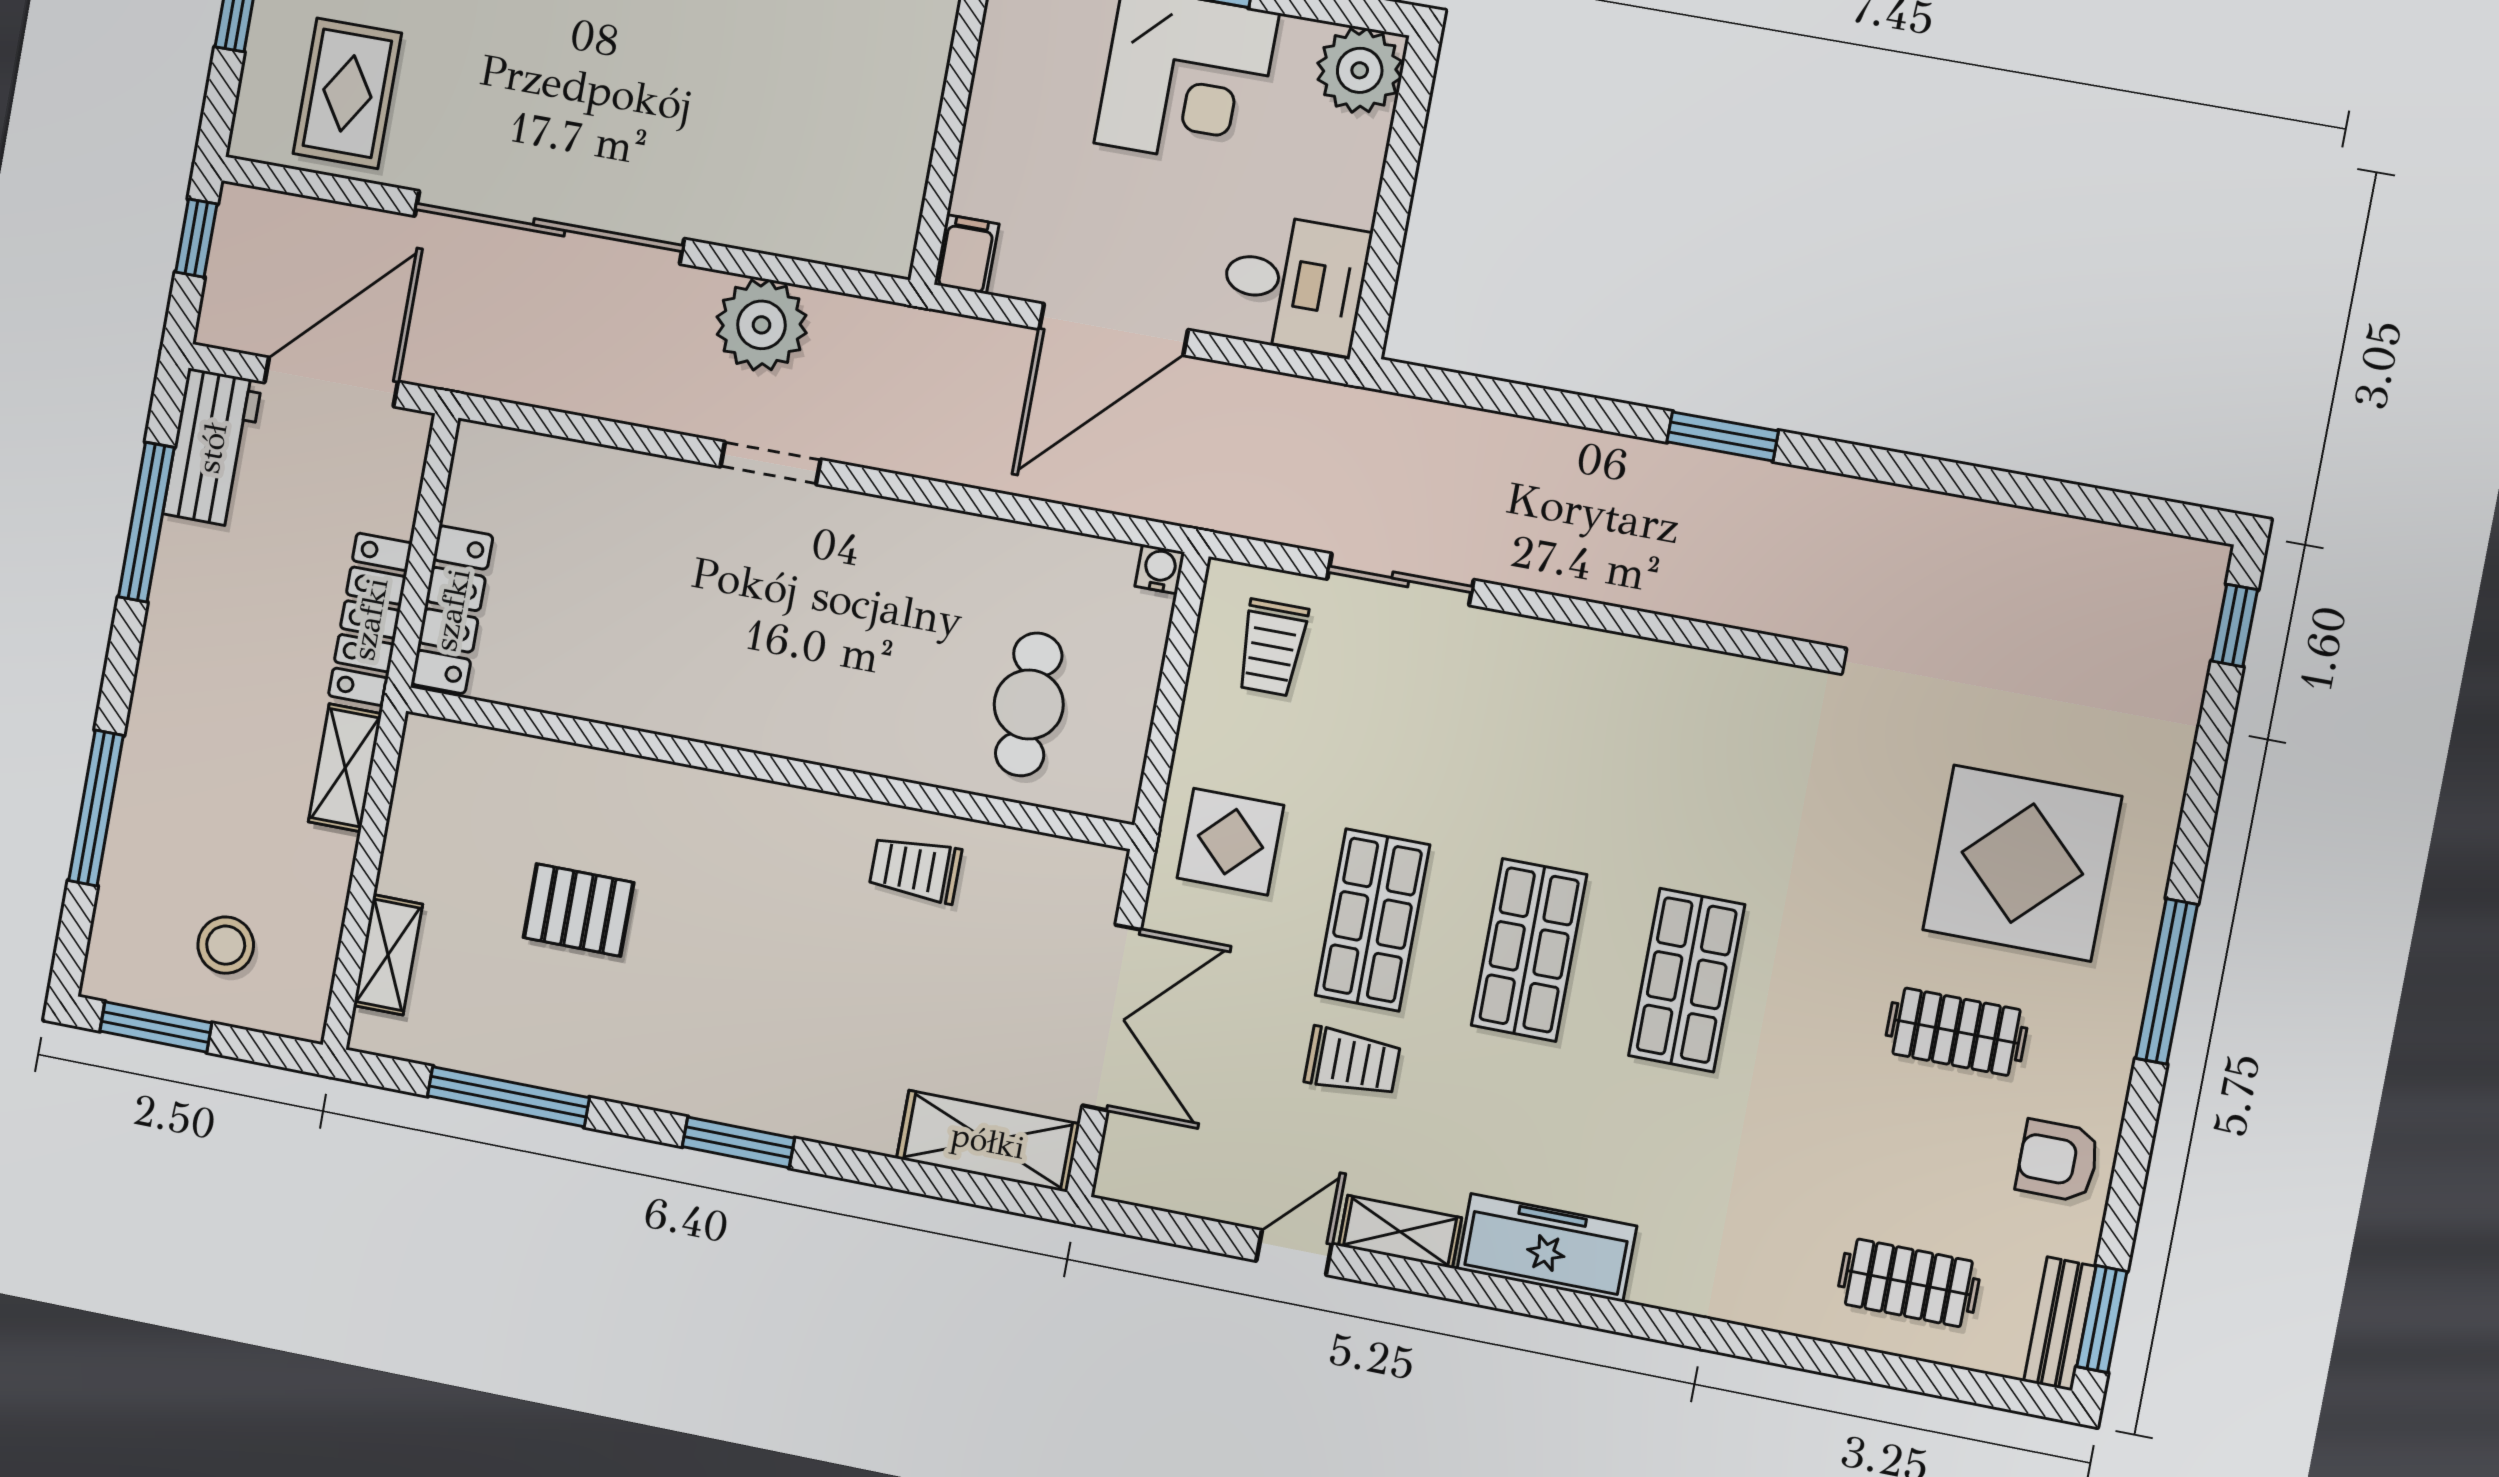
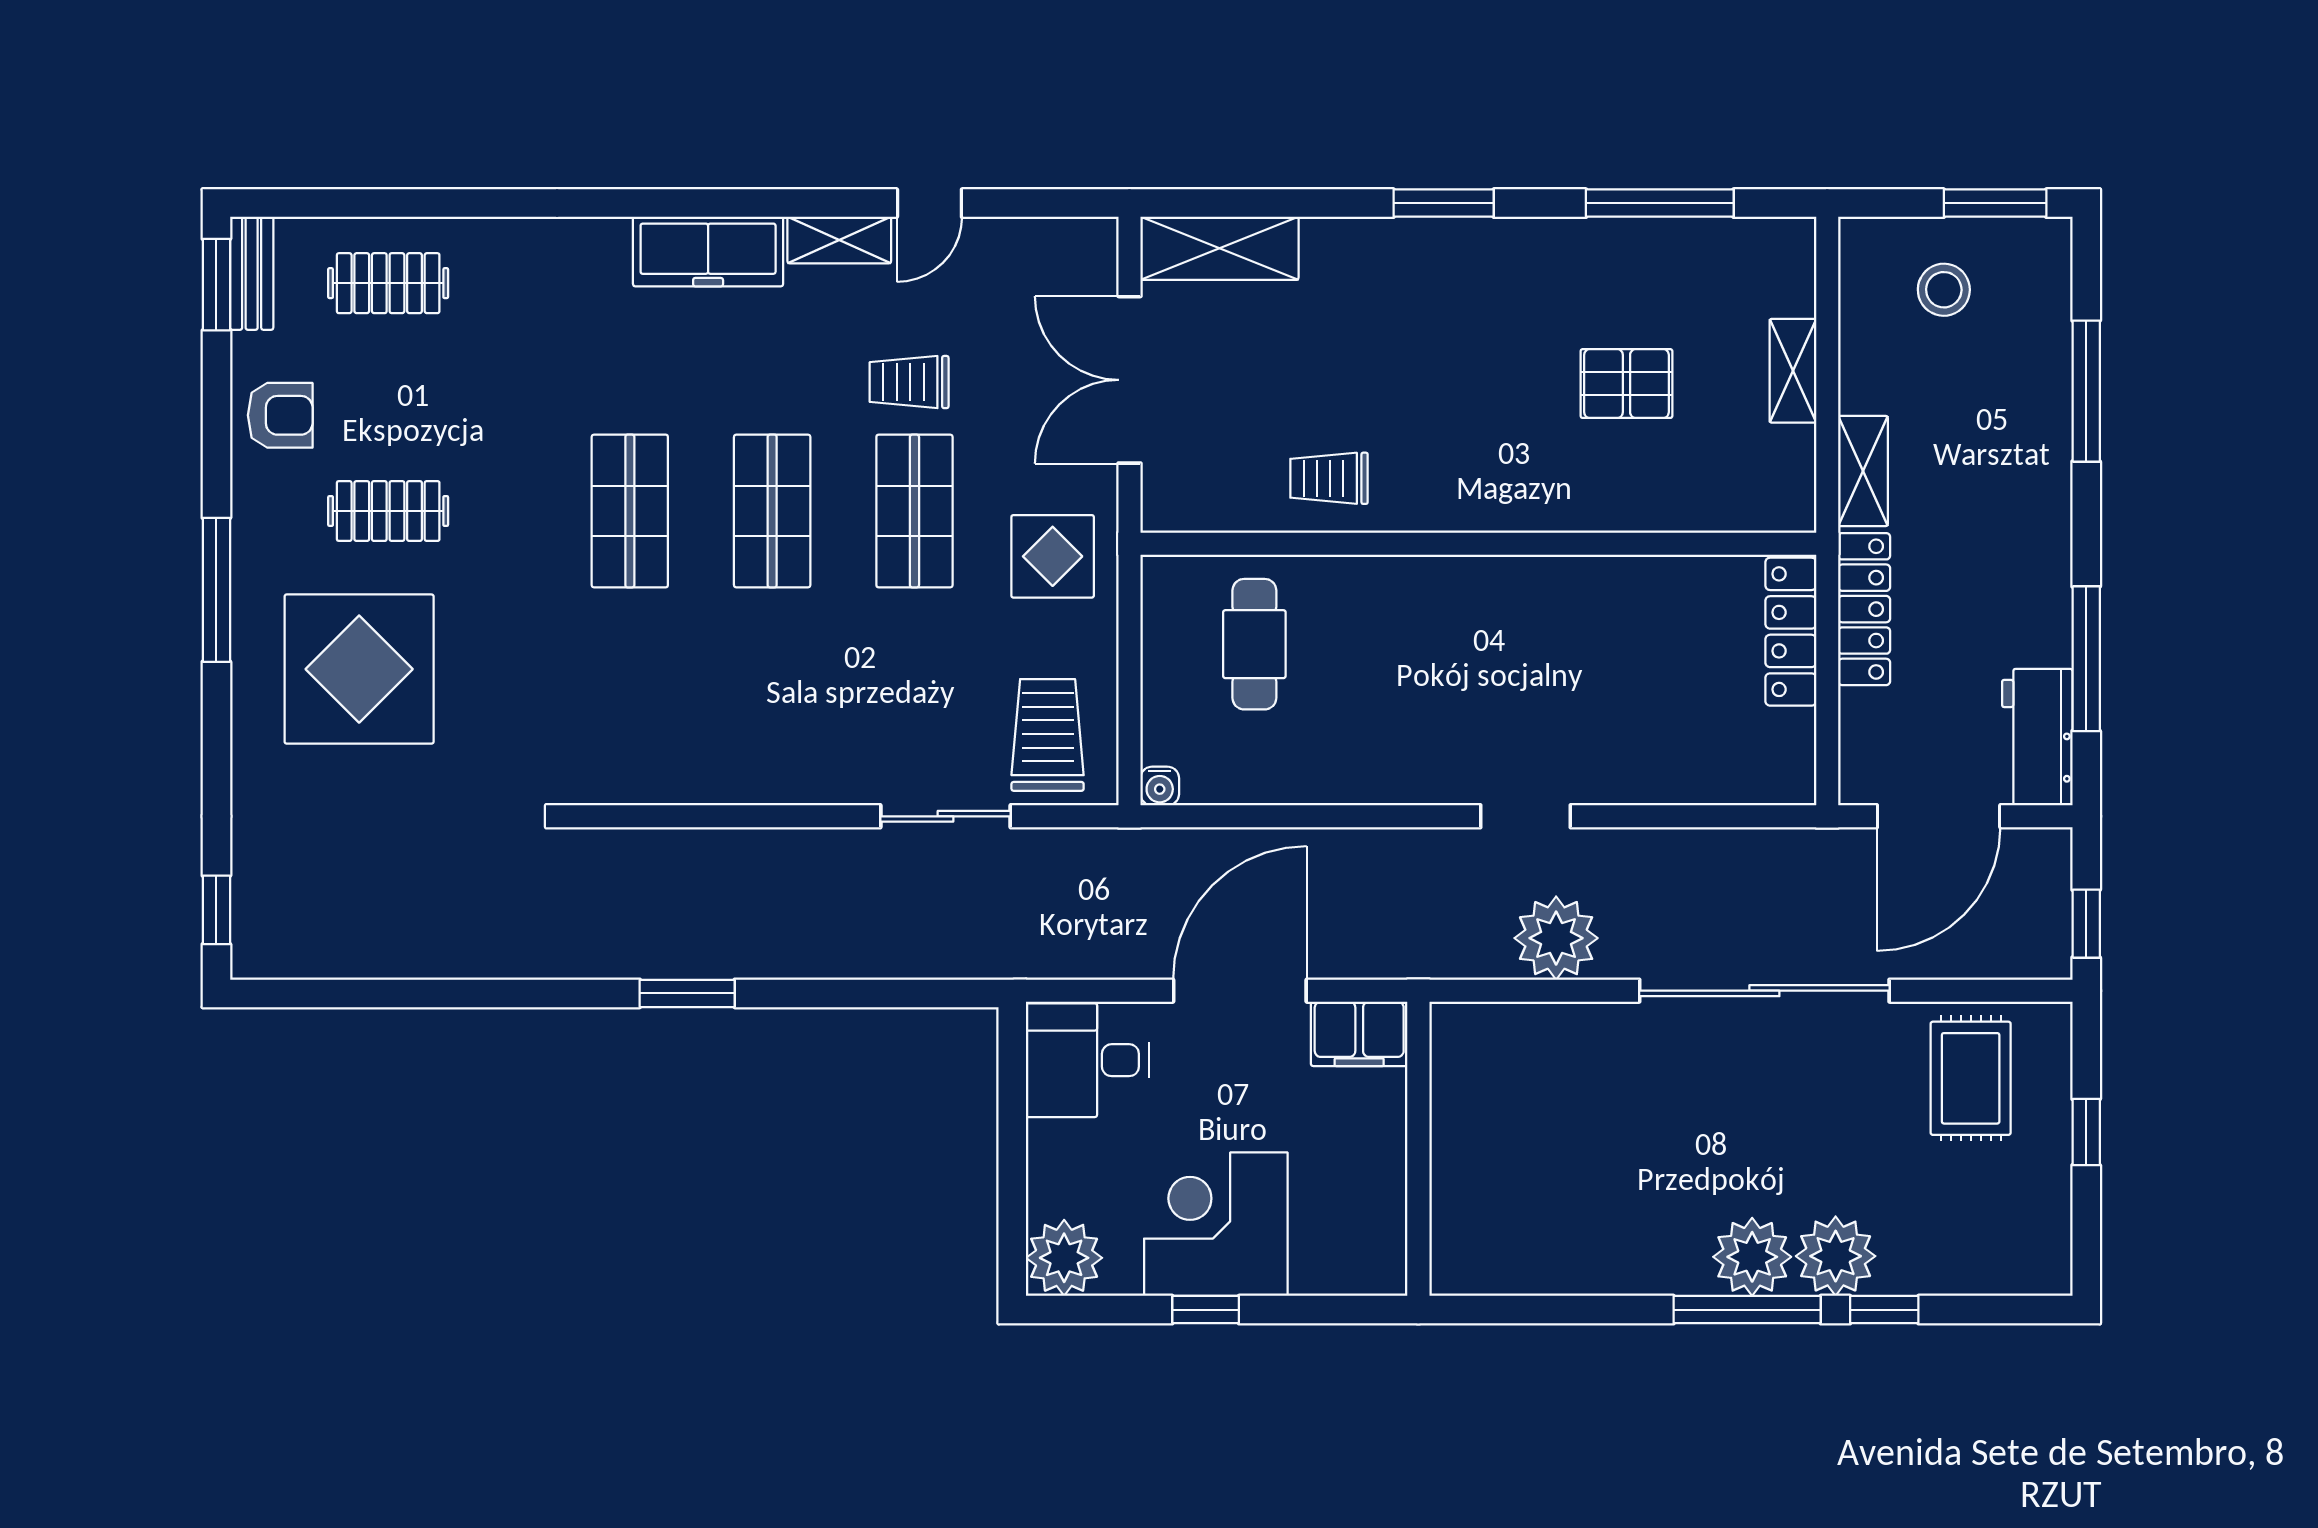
filing cabinet: (966, 254) -> (1359, 1034), width x2.00
trolley: (1272, 648) -> (1048, 735), width x1.36, depth x1.39
trolley: (915, 869) -> (1329, 478), turned 180
shelving: (388, 955) -> (1793, 371), moved

